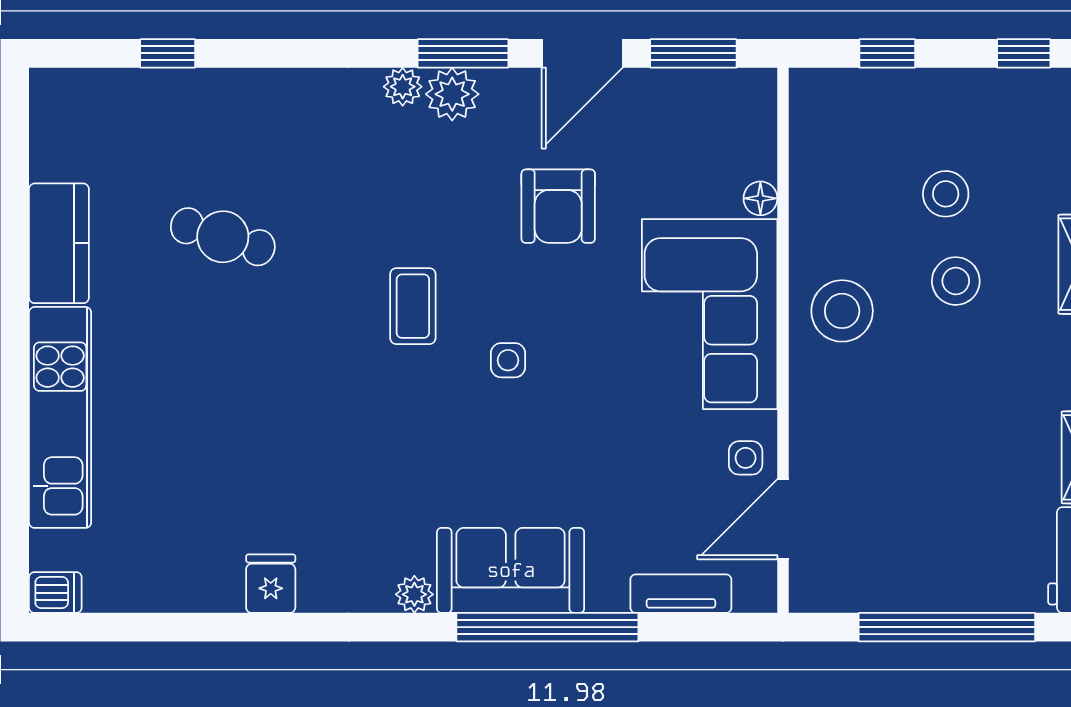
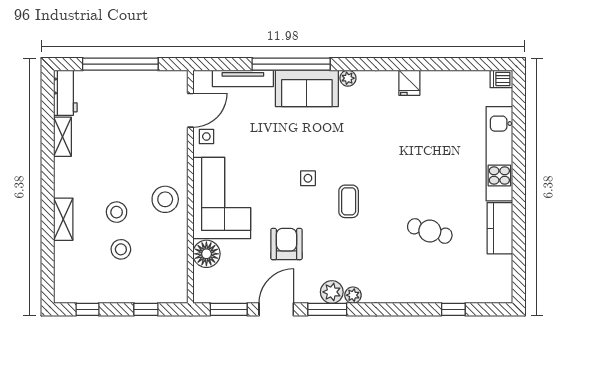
floor lamp: (760, 198) -> (206, 254), width x1.89, depth x1.89
tv unit: (681, 594) -> (243, 78), width x1.41

